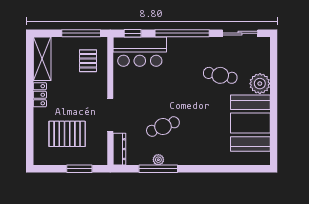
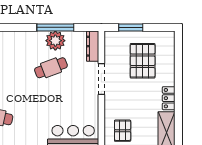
pallet: (67, 134) -> (143, 61), turned 90
plant: (158, 160) -> (55, 41), width x1.88, depth x1.88

